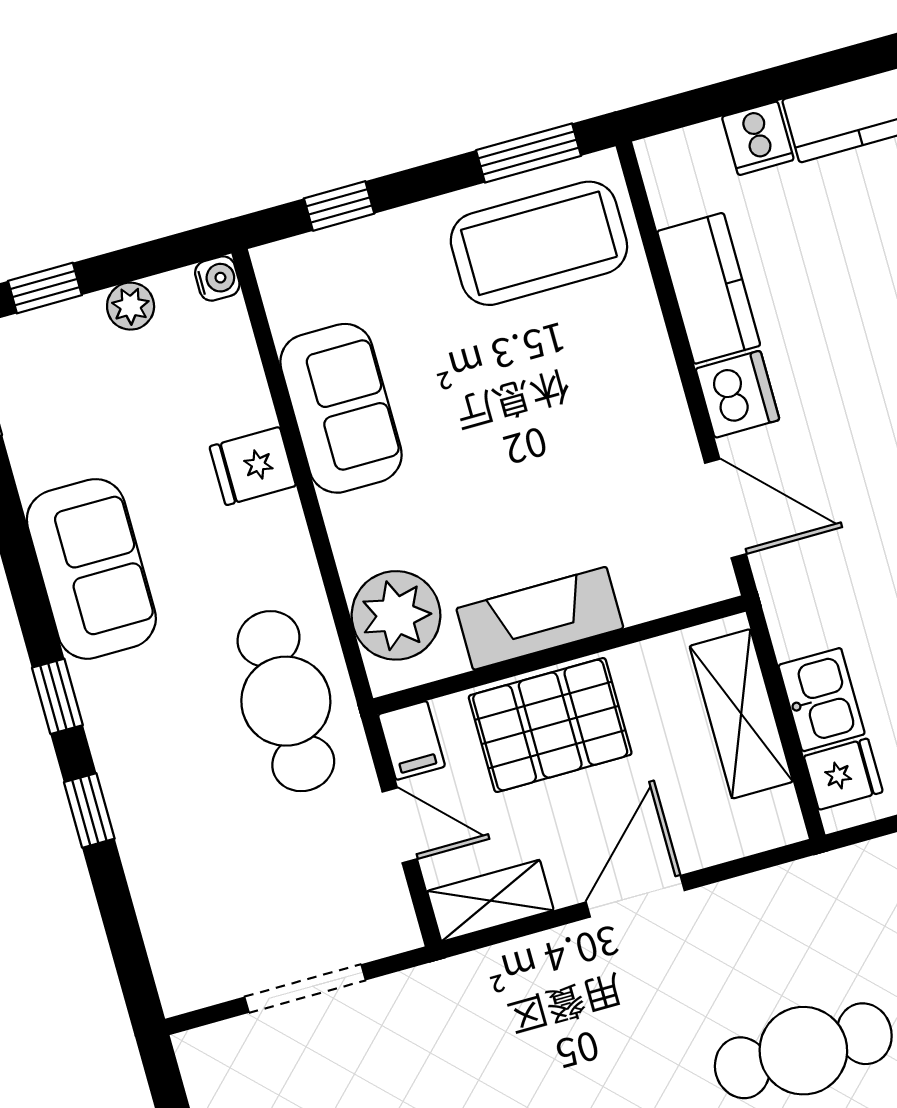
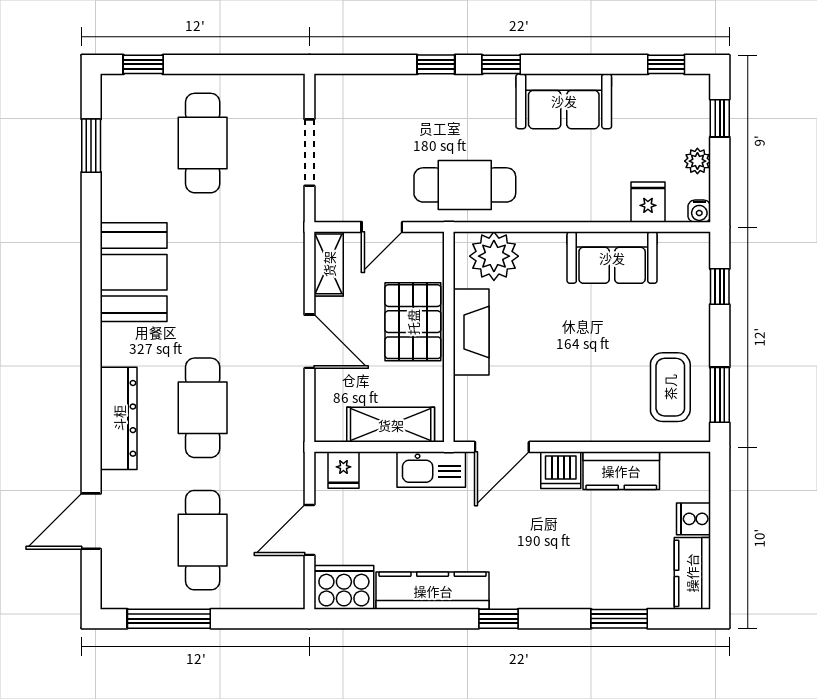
coffee table: (539, 243) -> (670, 387), width x0.73, depth x0.76
fridge: (253, 466) -> (648, 202), moved
kitchen sink: (822, 700) -> (431, 469), moved, width x1.38
filing cabinet: (411, 740) -> (425, 246), removed

